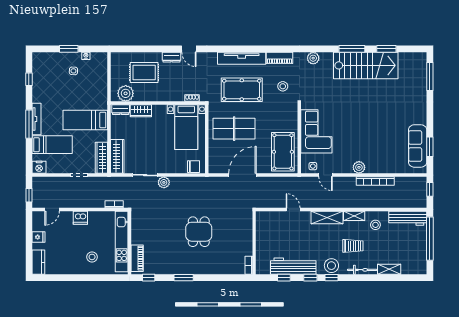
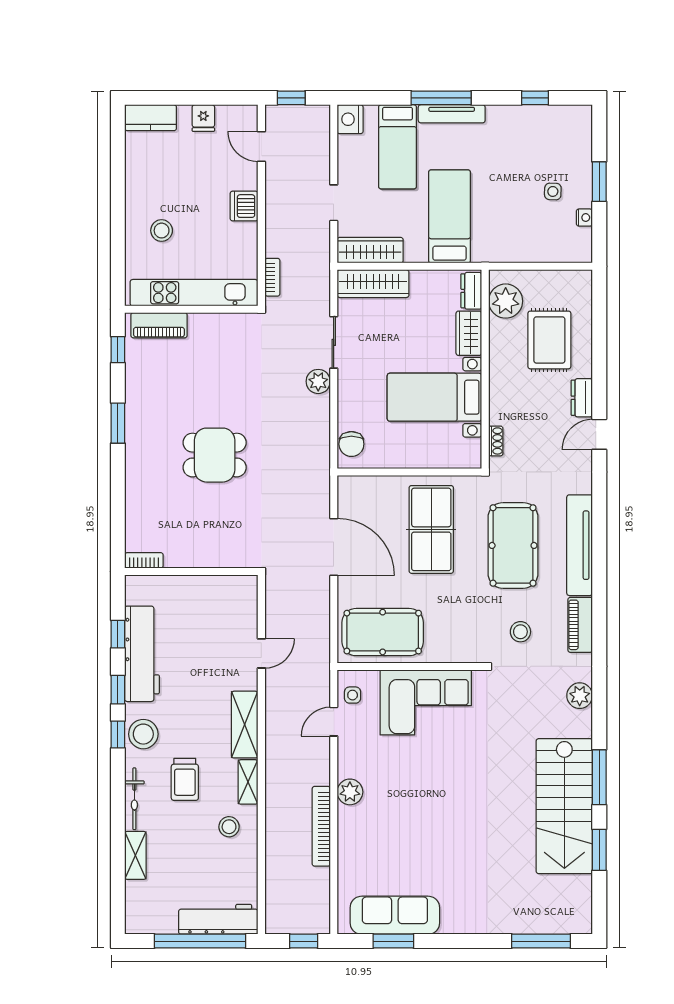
bed with nightstands: (186, 127) -> (434, 397), moved
workbench: (408, 218) -> (218, 919), moved, turned 90

